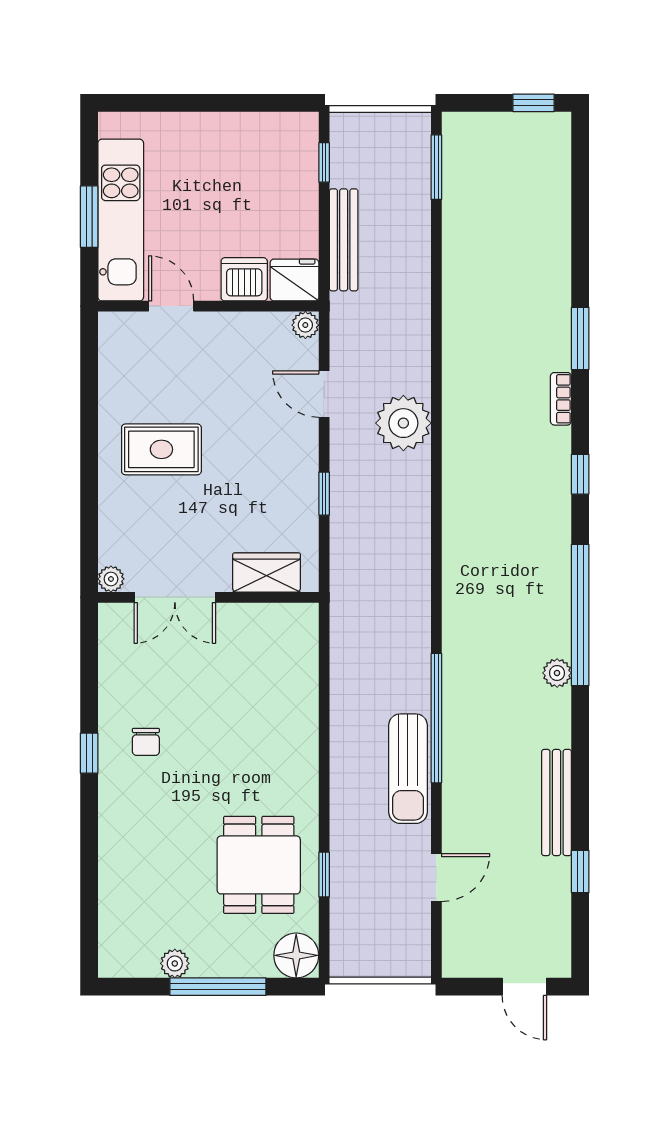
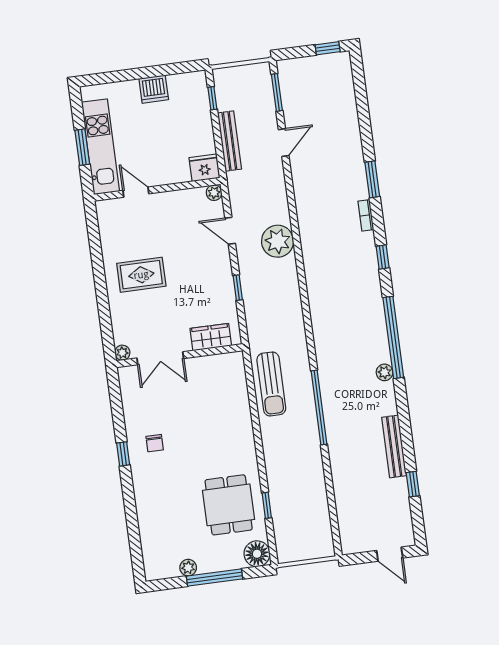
dishwasher: (244, 279) -> (154, 89), moved, turned 180
sun lounger: (408, 769) -> (271, 384), moved
door: (436, 878) -> (284, 143), moved

